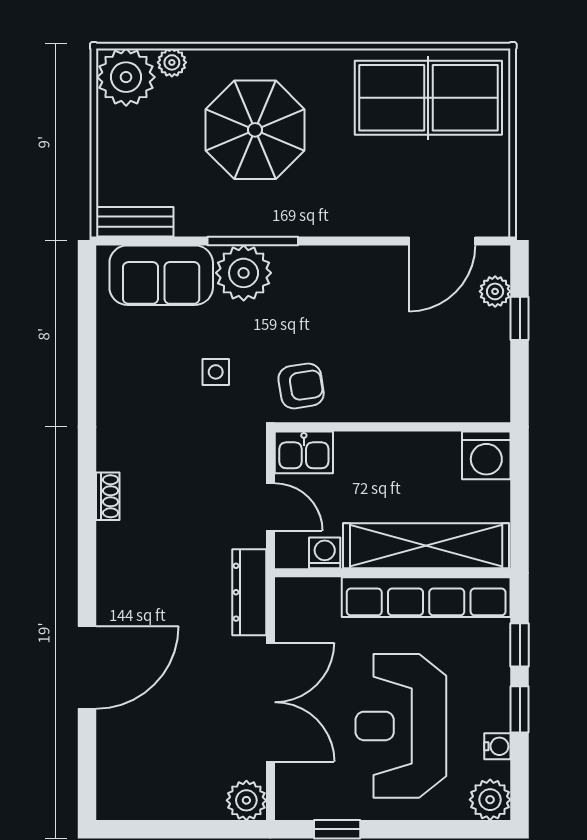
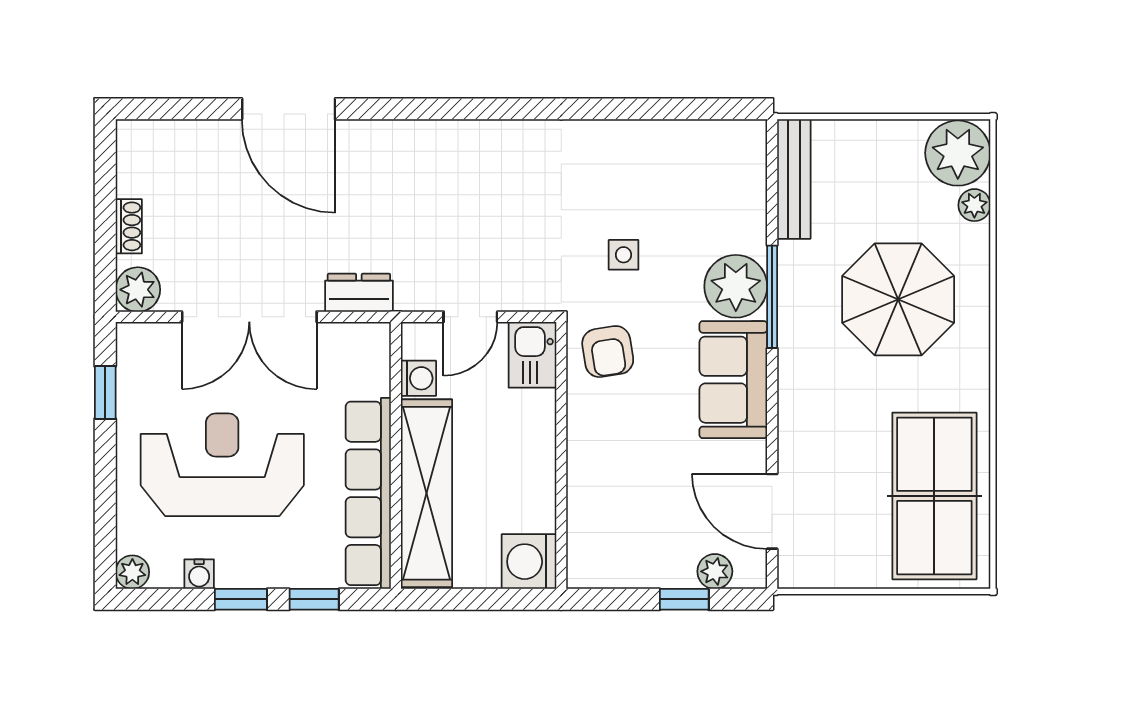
bench: (135, 222) -> (794, 179), width x1.36
sofa: (161, 275) -> (733, 380), moved
shoe rack: (108, 496) -> (129, 226), moved, turned -90
dresser: (249, 592) -> (359, 293), width x0.70
plant: (490, 800) -> (132, 572), width x0.73, depth x0.73

